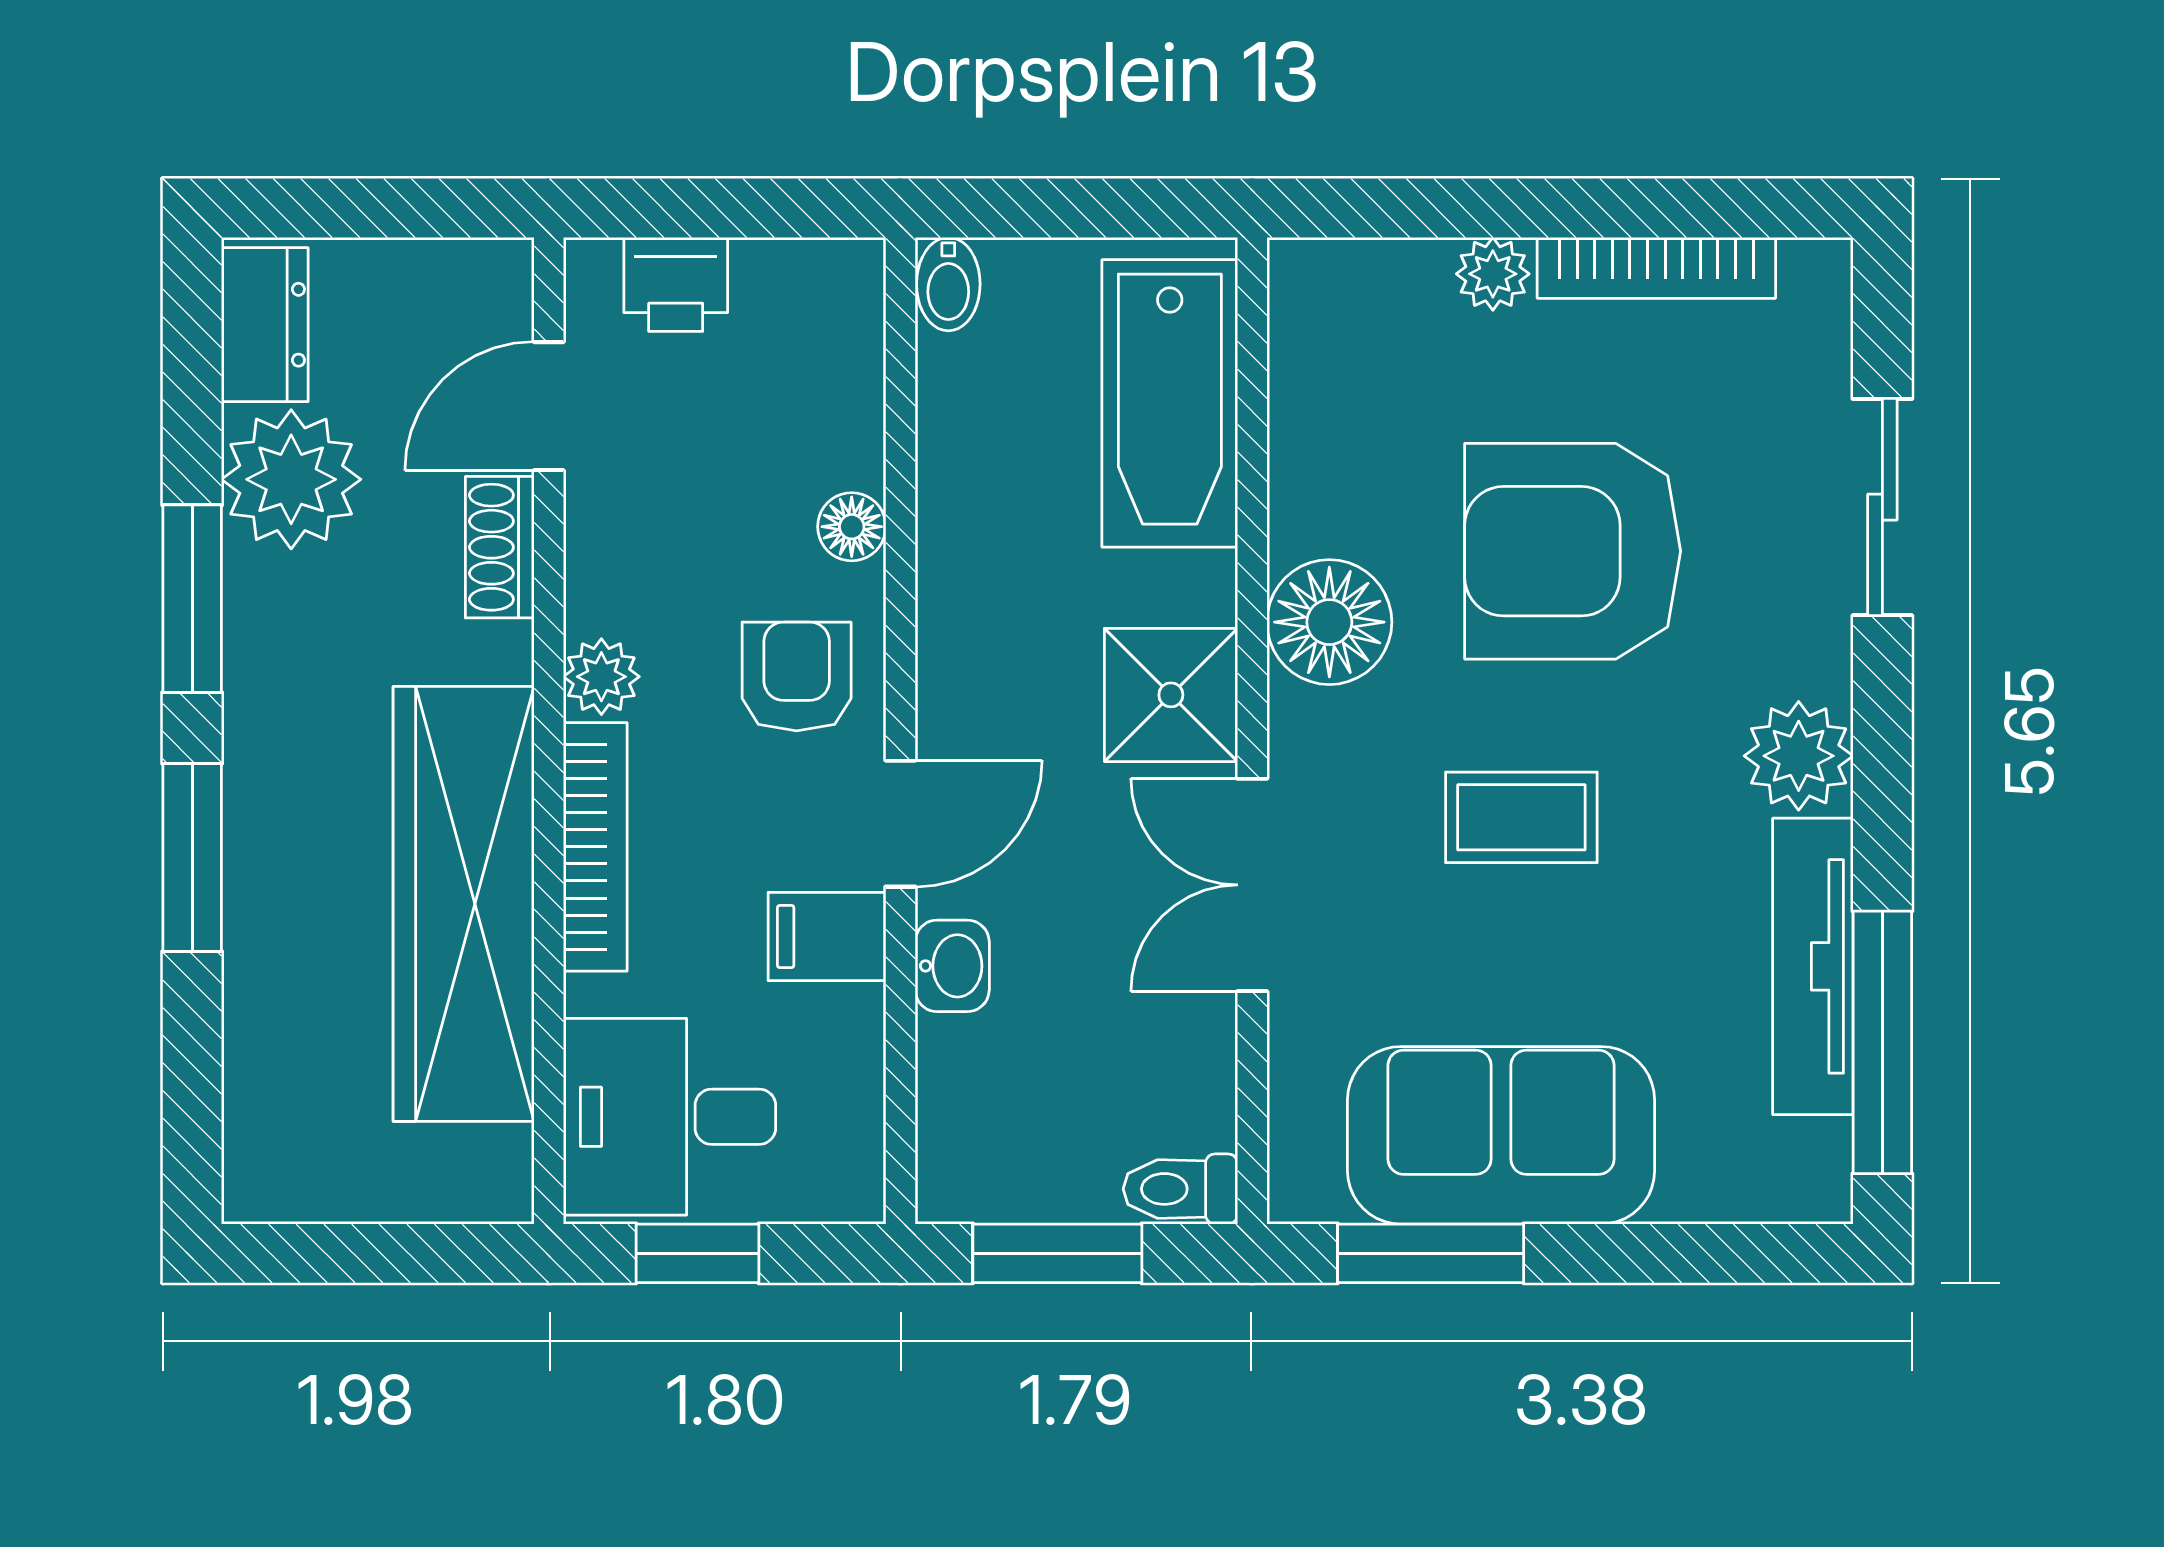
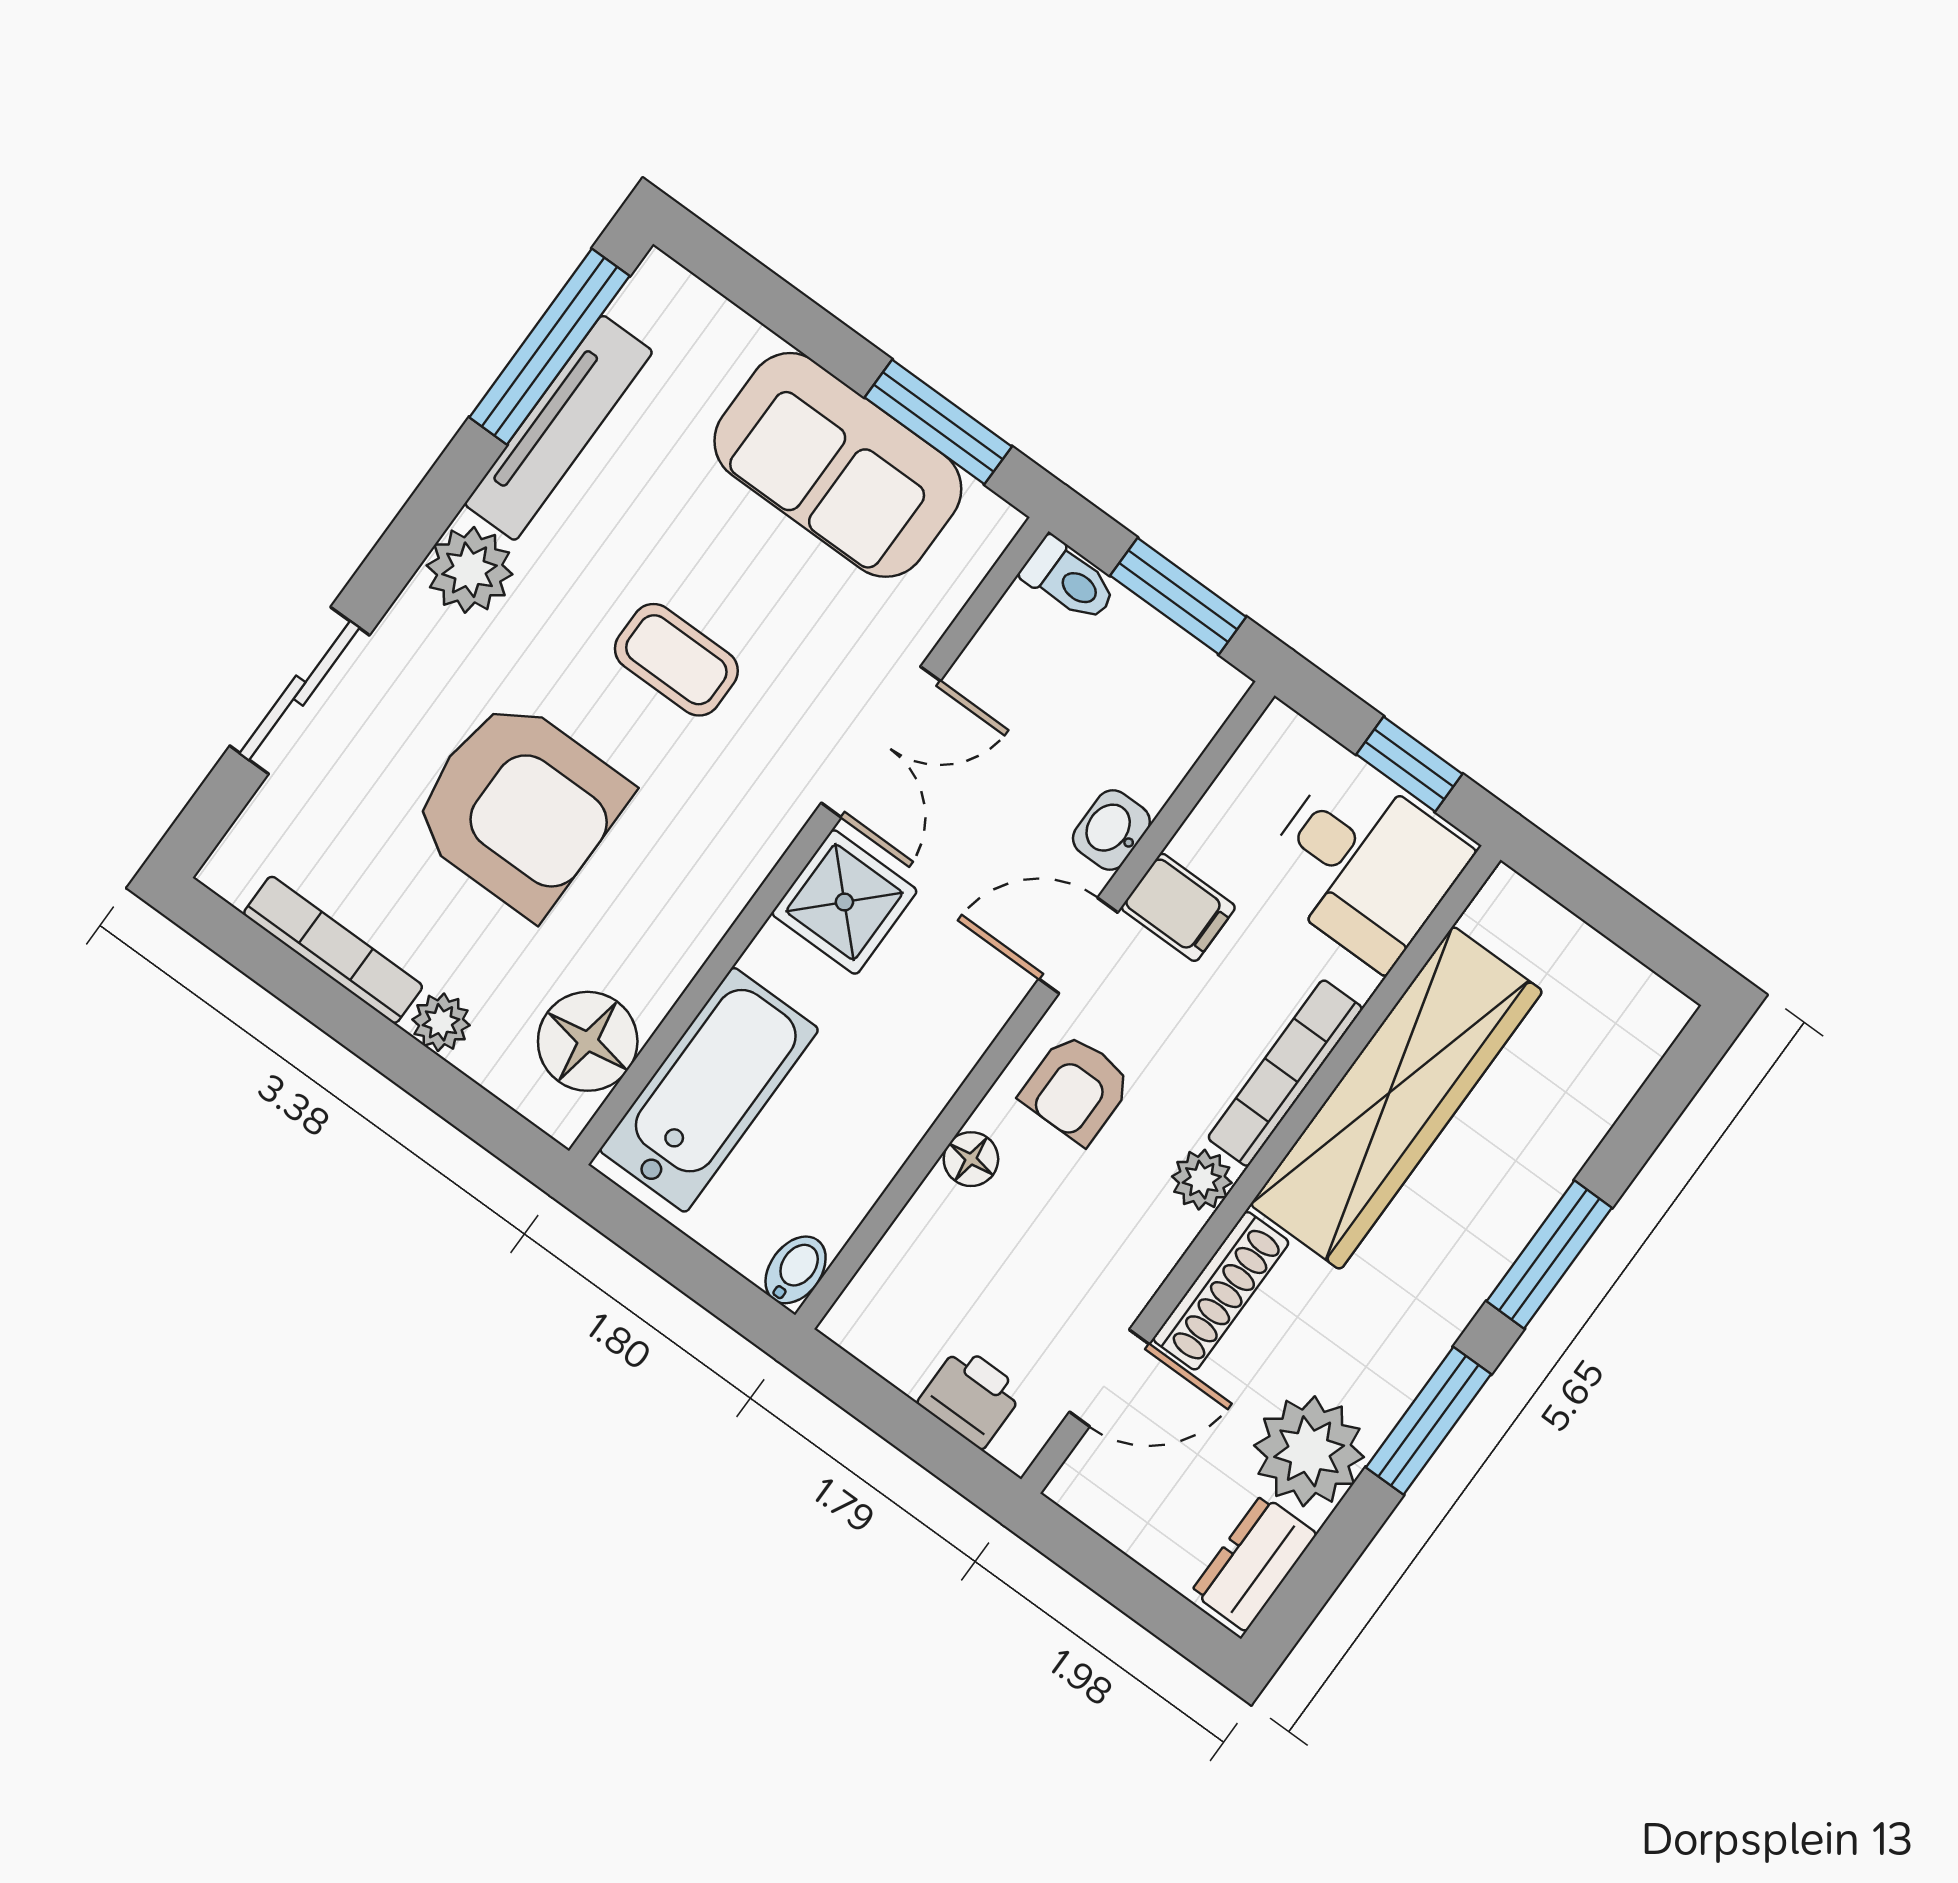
shoe rack: (500, 547) -> (1221, 1291), width x1.43
floor lamp: (1329, 622) -> (588, 1041), moved

